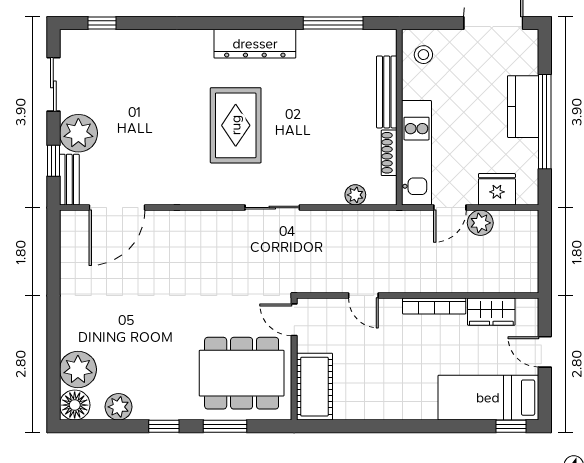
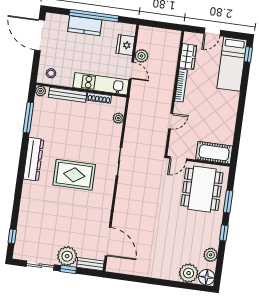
plant: (387, 39) -> (41, 91), added
window: (53, 161) -> (68, 269), moved

